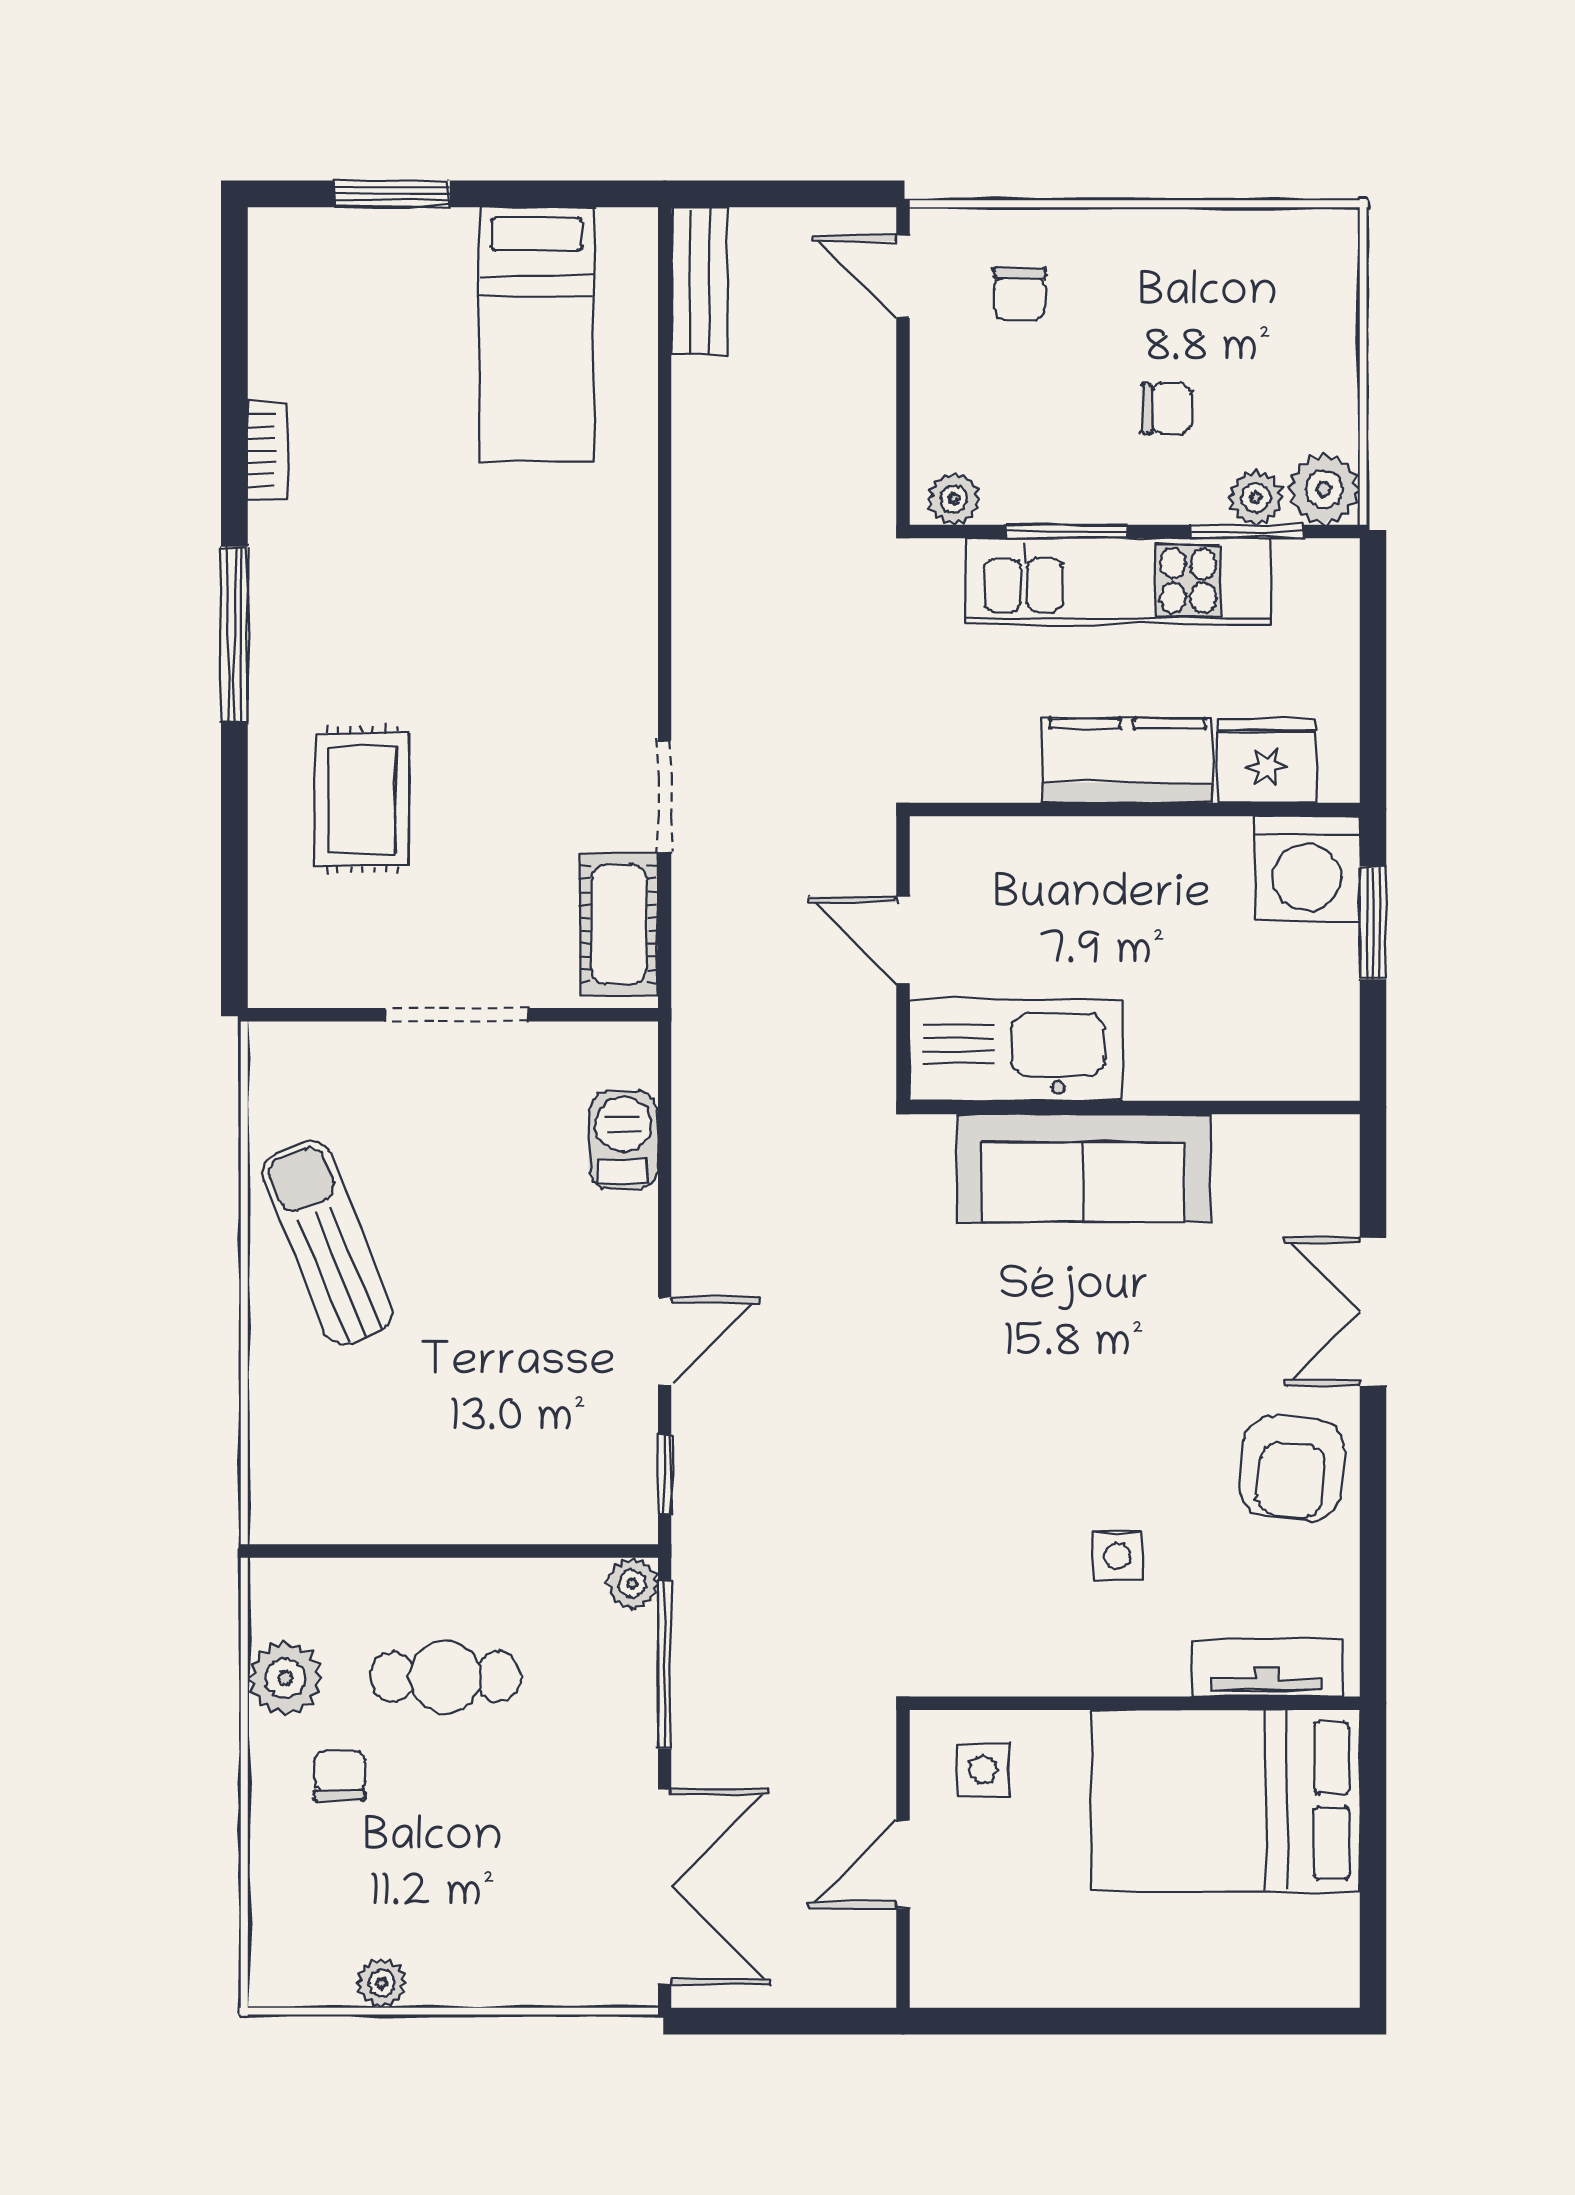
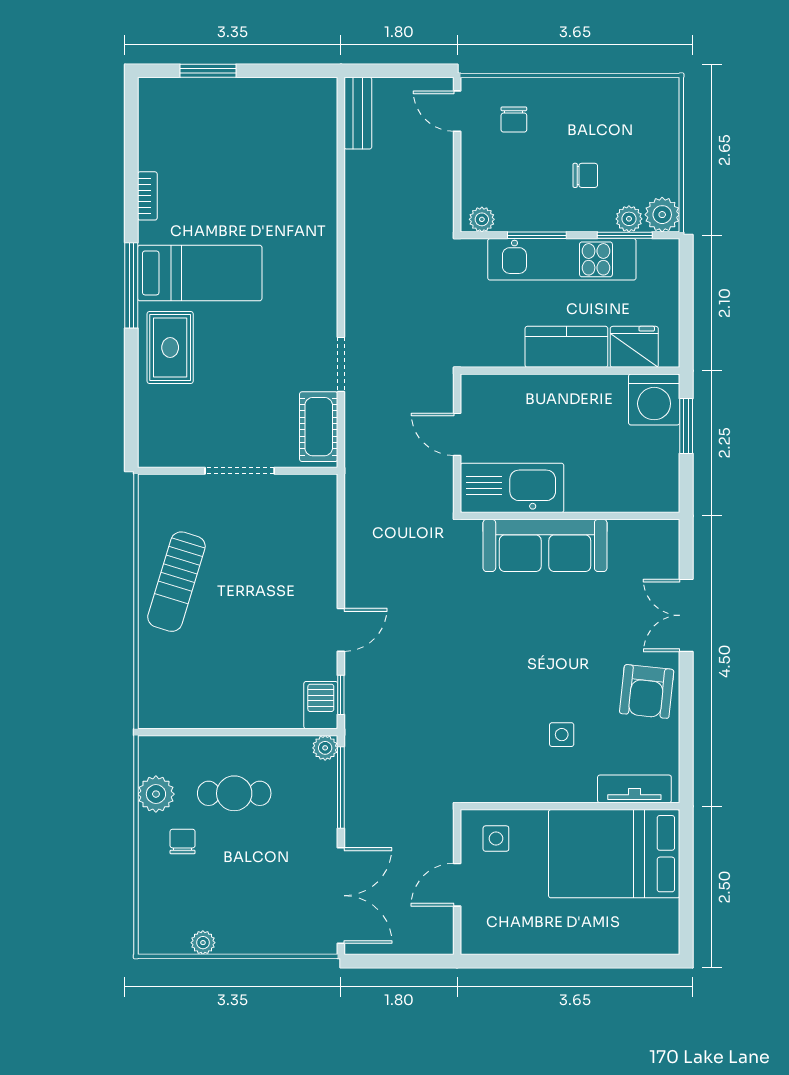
bed: (537, 334) -> (200, 273), moved, turned -90
rug: (362, 799) -> (170, 347), moved
barbecue: (623, 1140) -> (321, 705), moved
sun lounger: (327, 1242) -> (176, 582), turned -141

